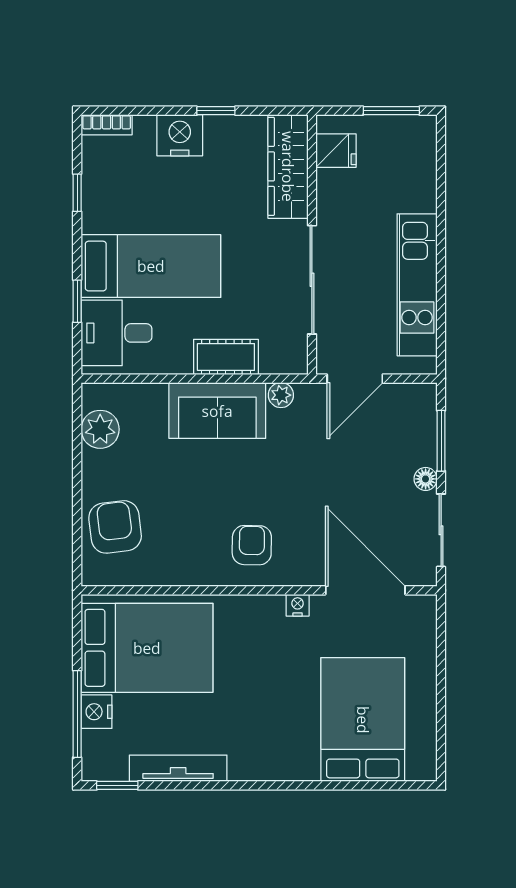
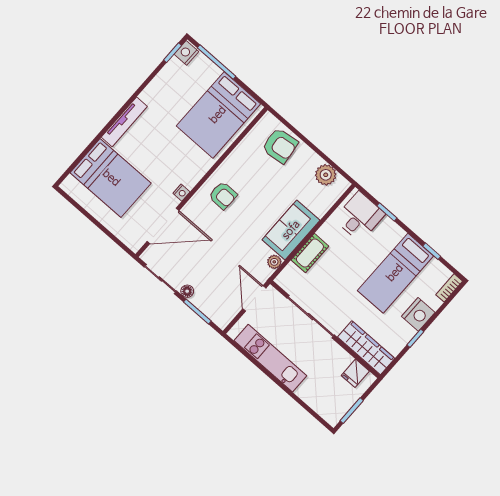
bed: (151, 266) -> (395, 273), moved
nightstand: (97, 712) -> (186, 53), moved, turned -90
tv unit: (178, 768) -> (124, 122), moved

